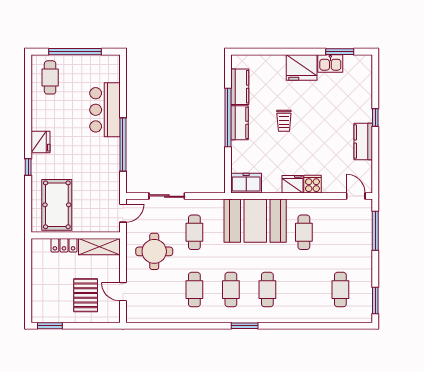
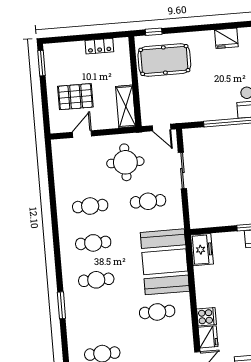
window: (28, 167) -> (154, 32), moved
fridge: (292, 184) -> (208, 337), moved
locker: (64, 245) -> (99, 46), moved, turned -90
window: (245, 326) -> (61, 305), moved

